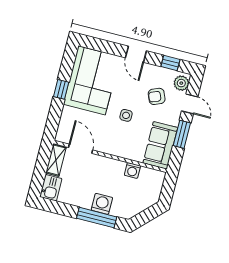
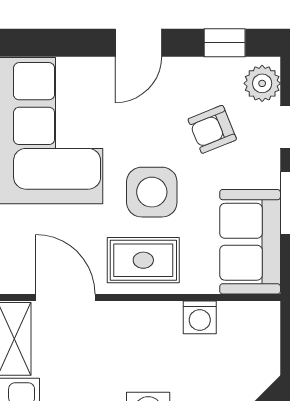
door: (136, 54) -> (138, 43), hinge flipped
side table: (126, 115) -> (152, 192), width x1.87, depth x1.87
rug: (116, 142) -> (143, 260), added

